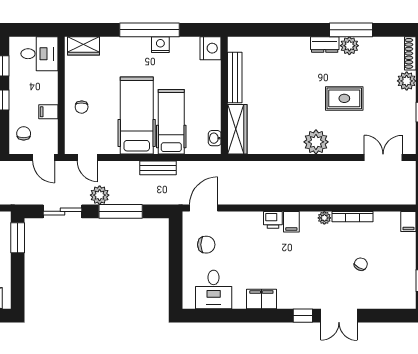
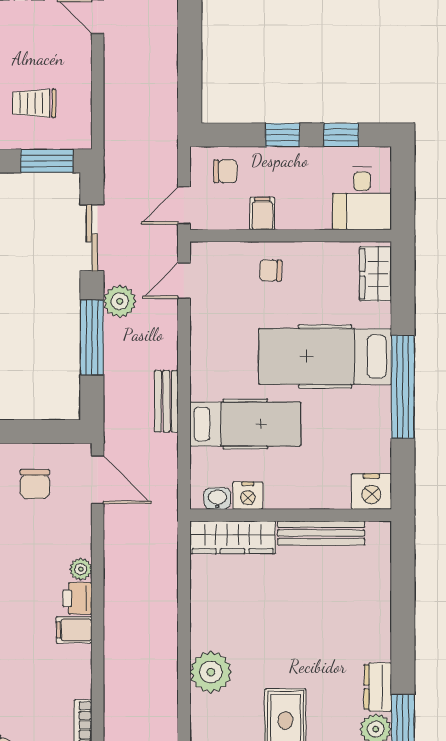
nightstand: (160, 45) -> (248, 496), moved, turned 90
hospital bed: (137, 116) -> (325, 357), moved, turned 180
plant: (324, 218) -> (81, 569), moved

